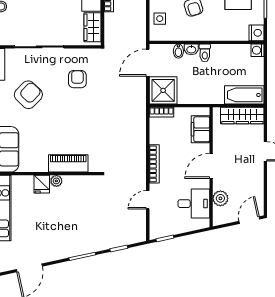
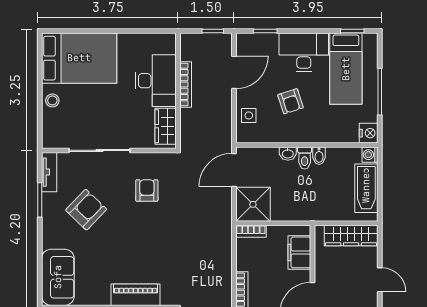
bidet: (178, 51) -> (319, 156), moved
bathtub: (244, 95) -> (366, 188), moved, turned -90

